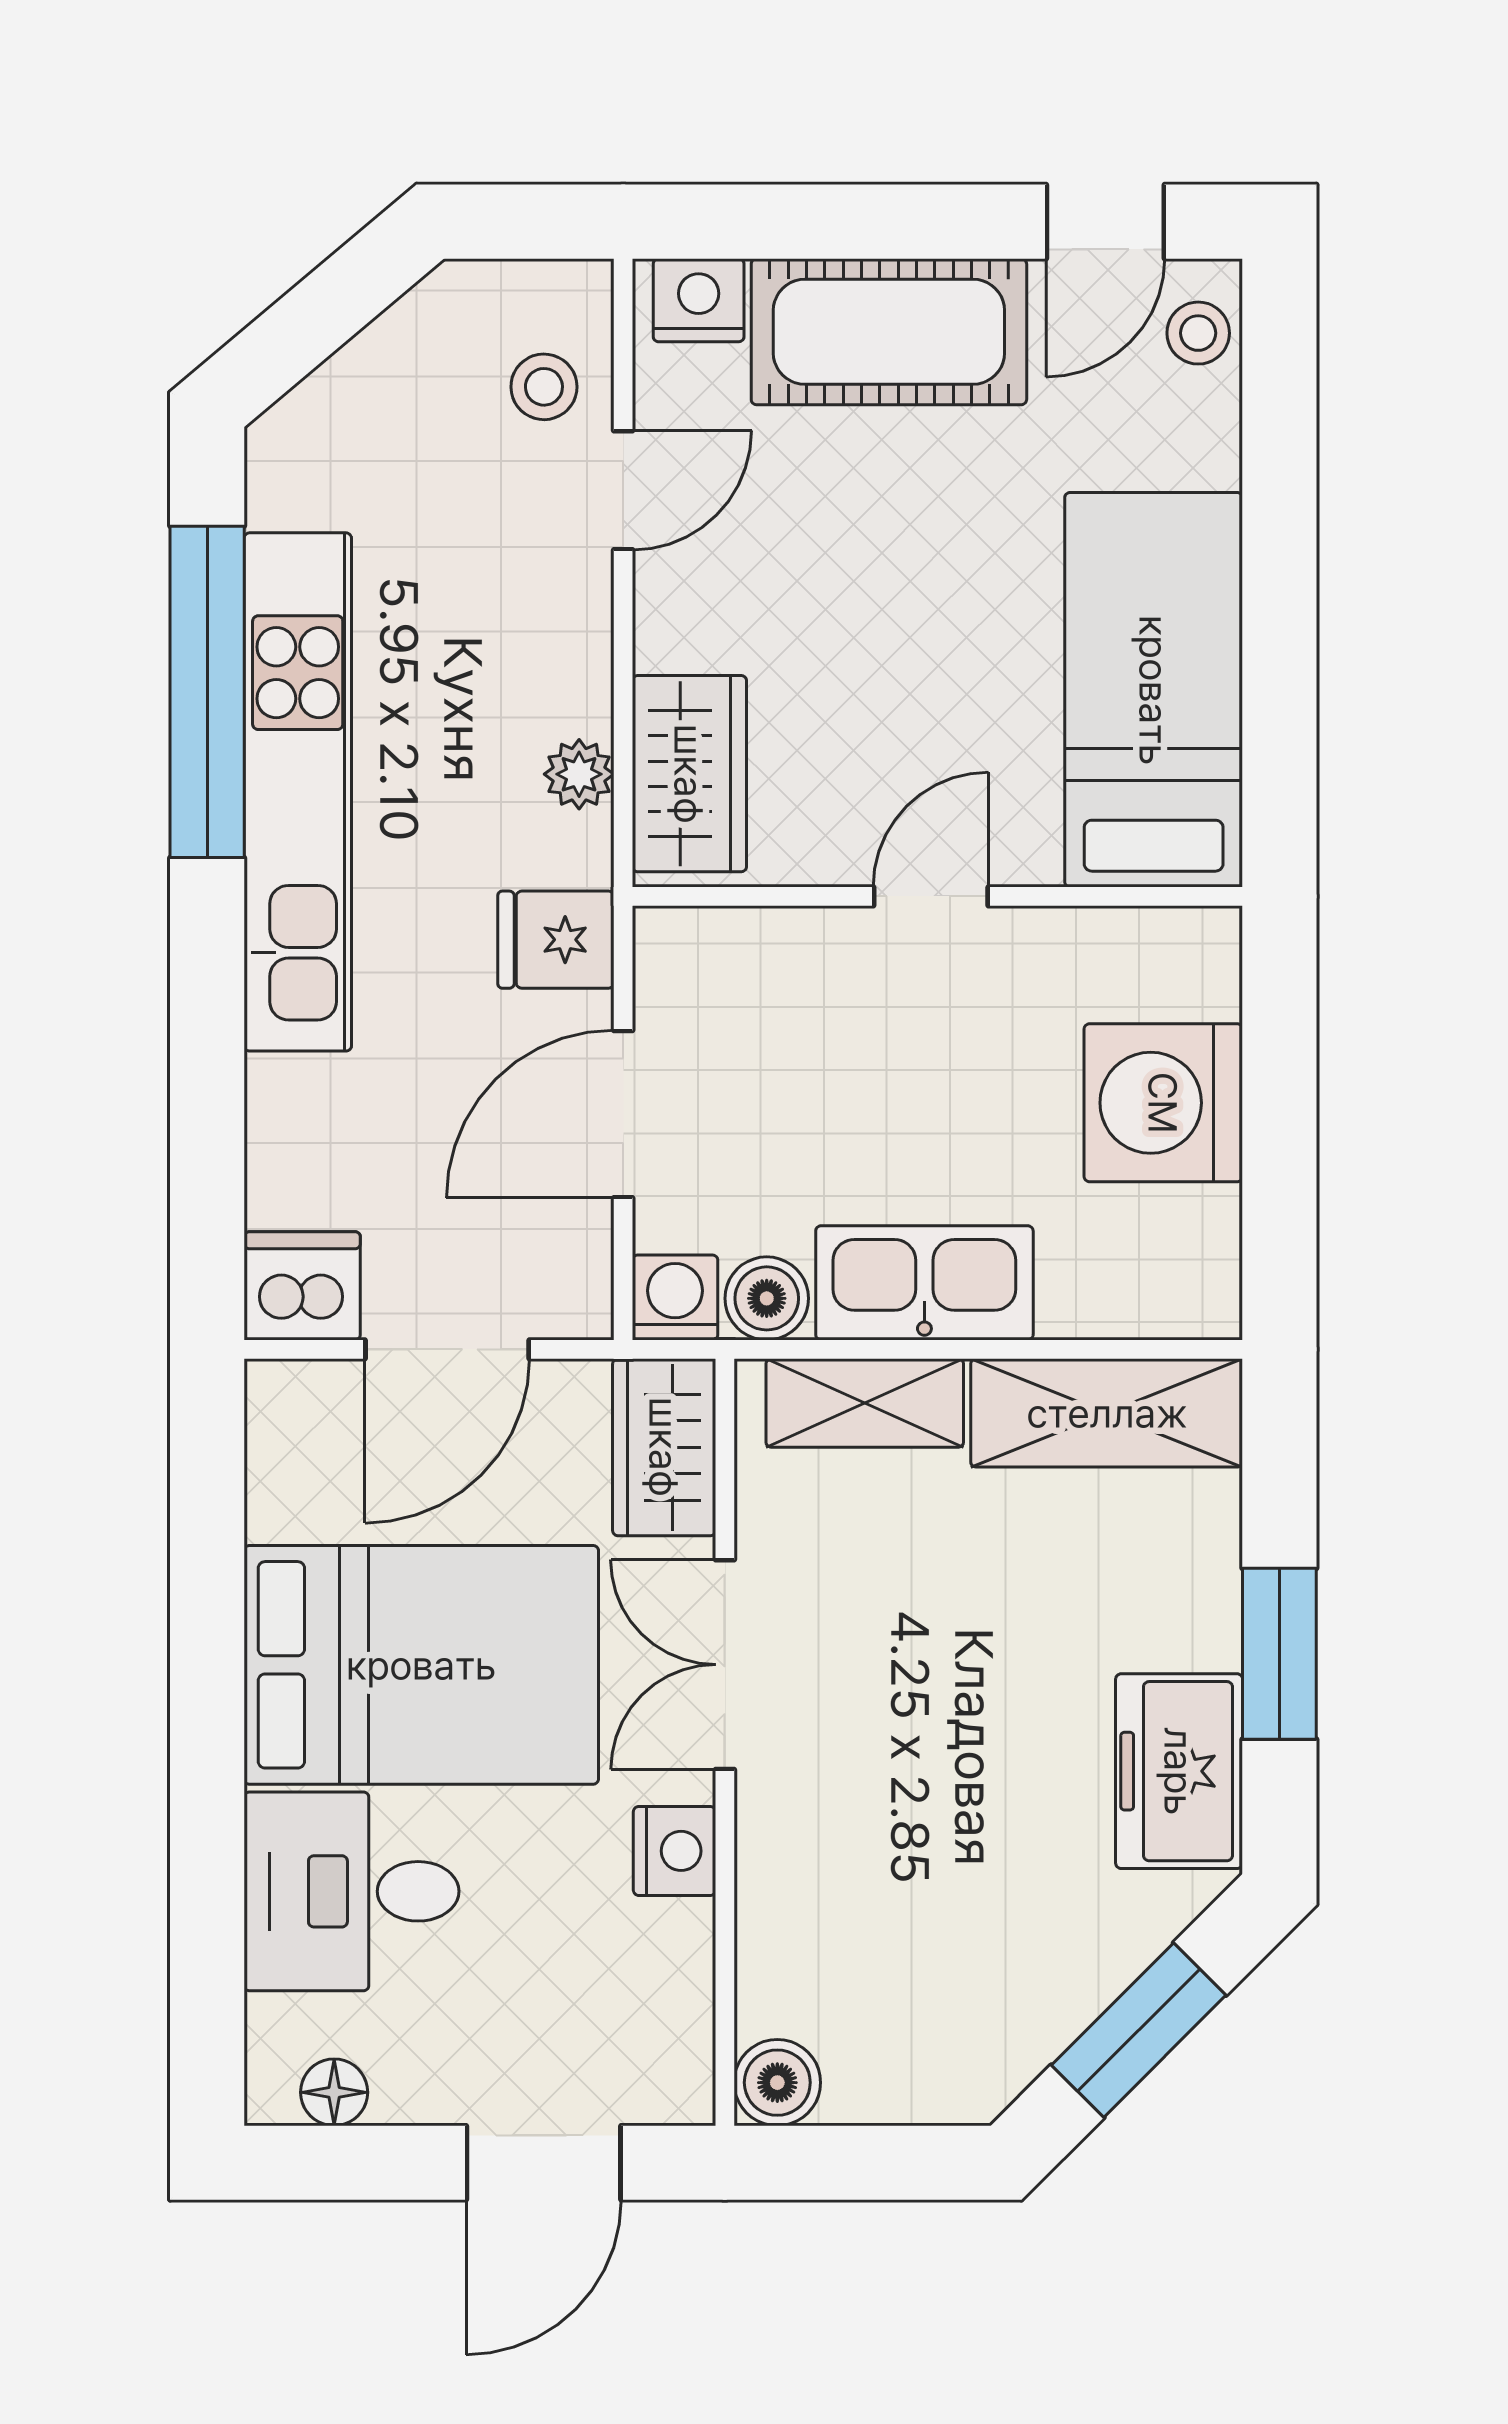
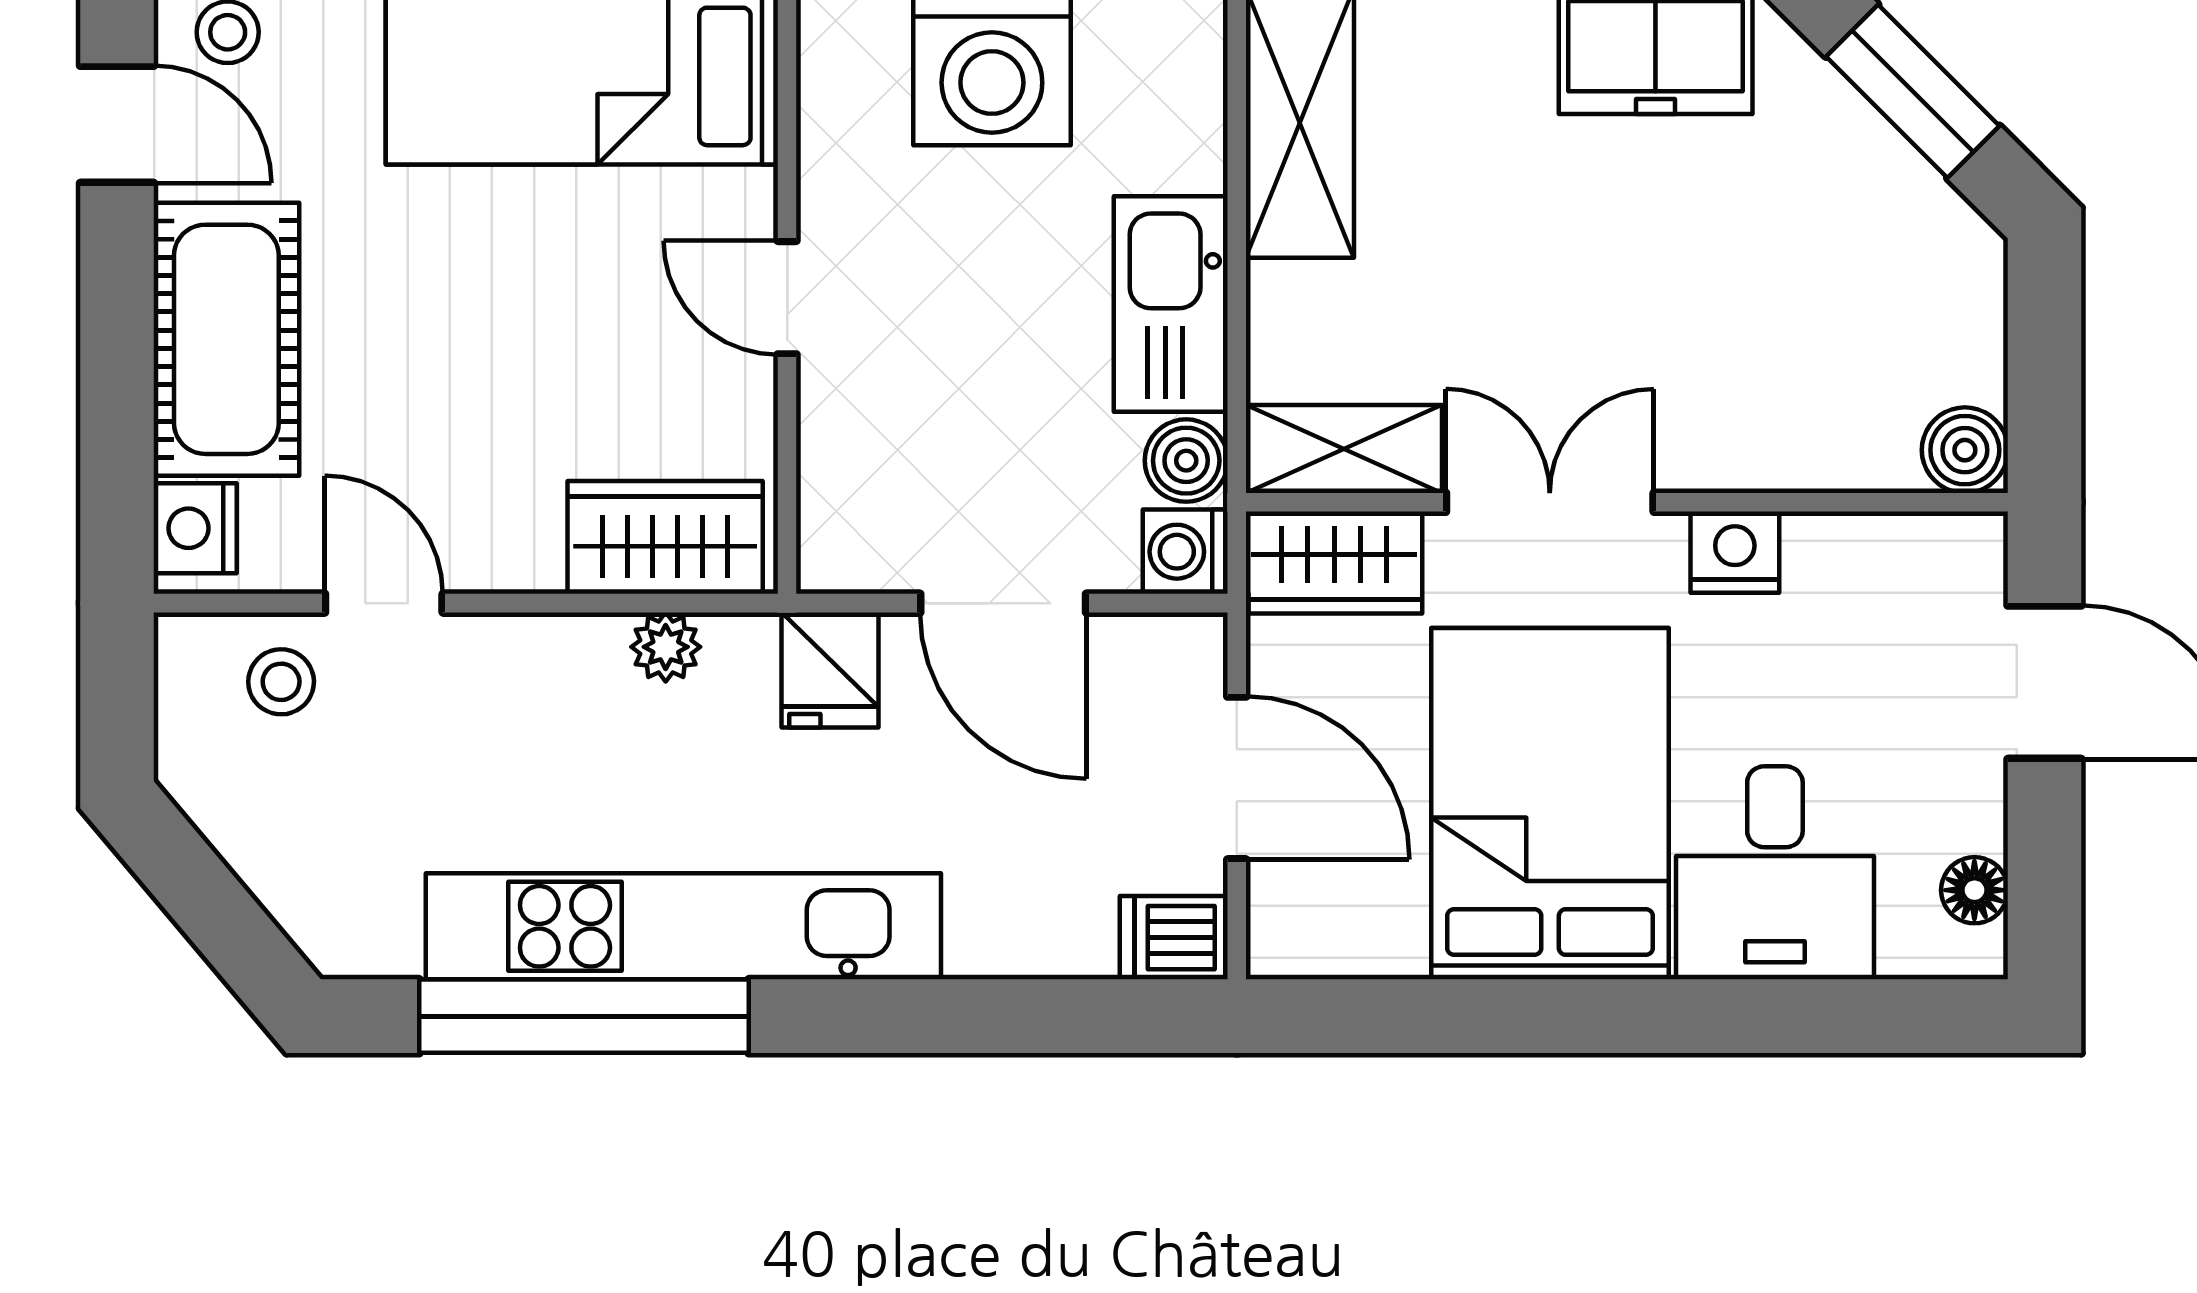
dishwasher: (302, 1286) -> (1174, 938), width x0.73
shelving: (865, 1403) -> (1344, 449), moved, turned 90
double door: (725, 1665) -> (1550, 502), swing flipped

